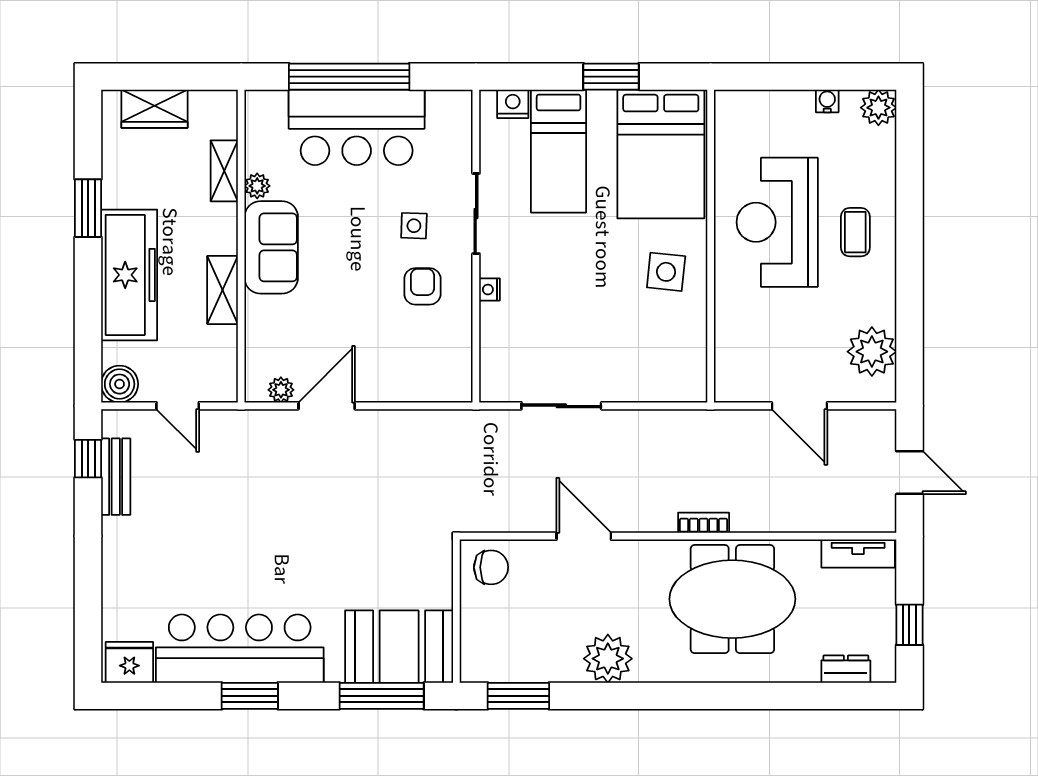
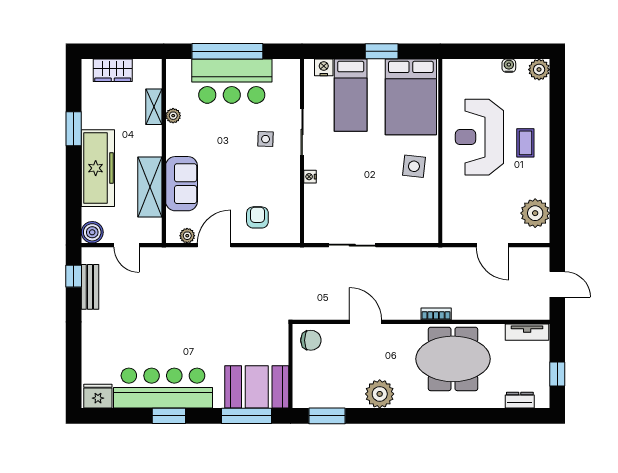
sofa: (271, 247) -> (182, 184), moved
armchair: (422, 286) -> (257, 217), moved
shelving: (223, 290) -> (150, 187), width x1.50, depth x1.33

